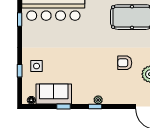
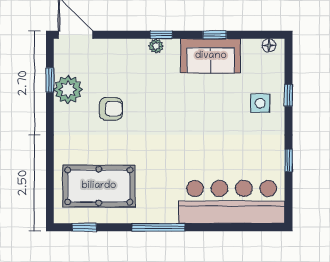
window: (20, 20) -> (289, 160), moved
sofa: (54, 94) -> (211, 56), moved

